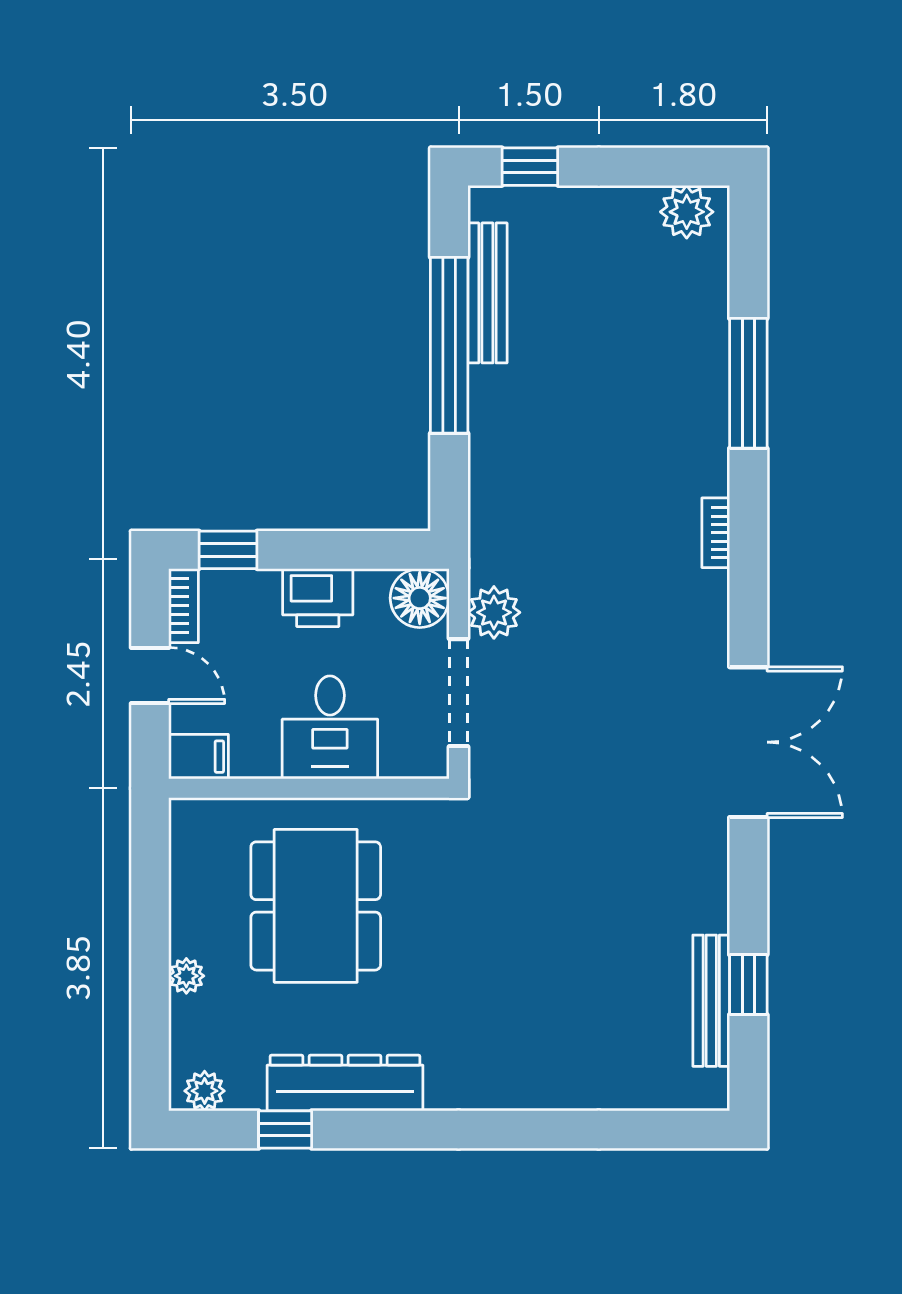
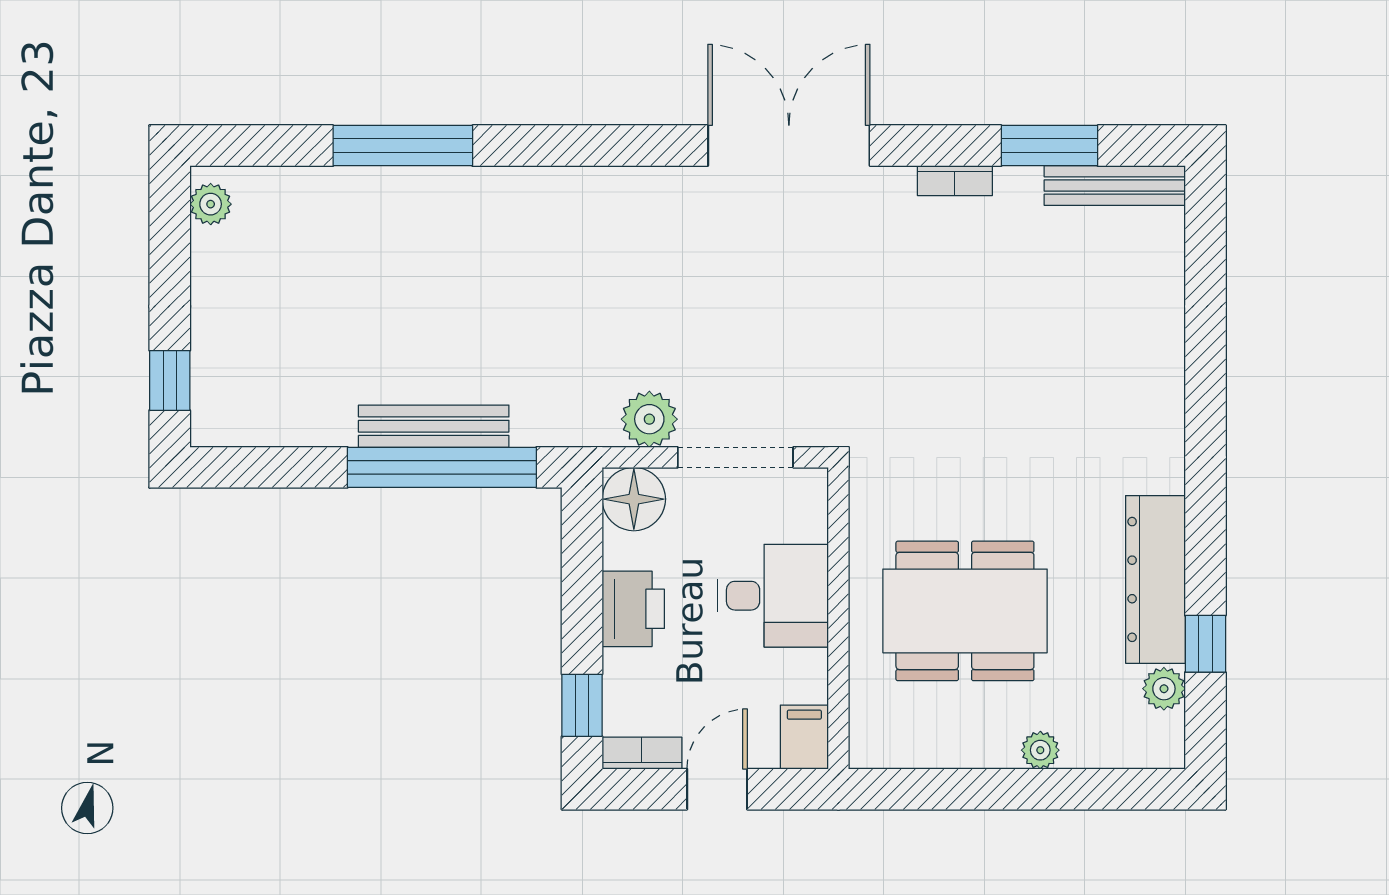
plant: (687, 212) -> (211, 204), width x0.73, depth x0.73
bench: (487, 293) -> (434, 426), moved
window: (449, 345) -> (442, 467), moved
bookcase: (716, 533) -> (955, 181), moved
window: (748, 985) -> (1050, 146), width x1.50
bench: (711, 1001) -> (1115, 185), moved
plant: (205, 1091) -> (1164, 689), moved

